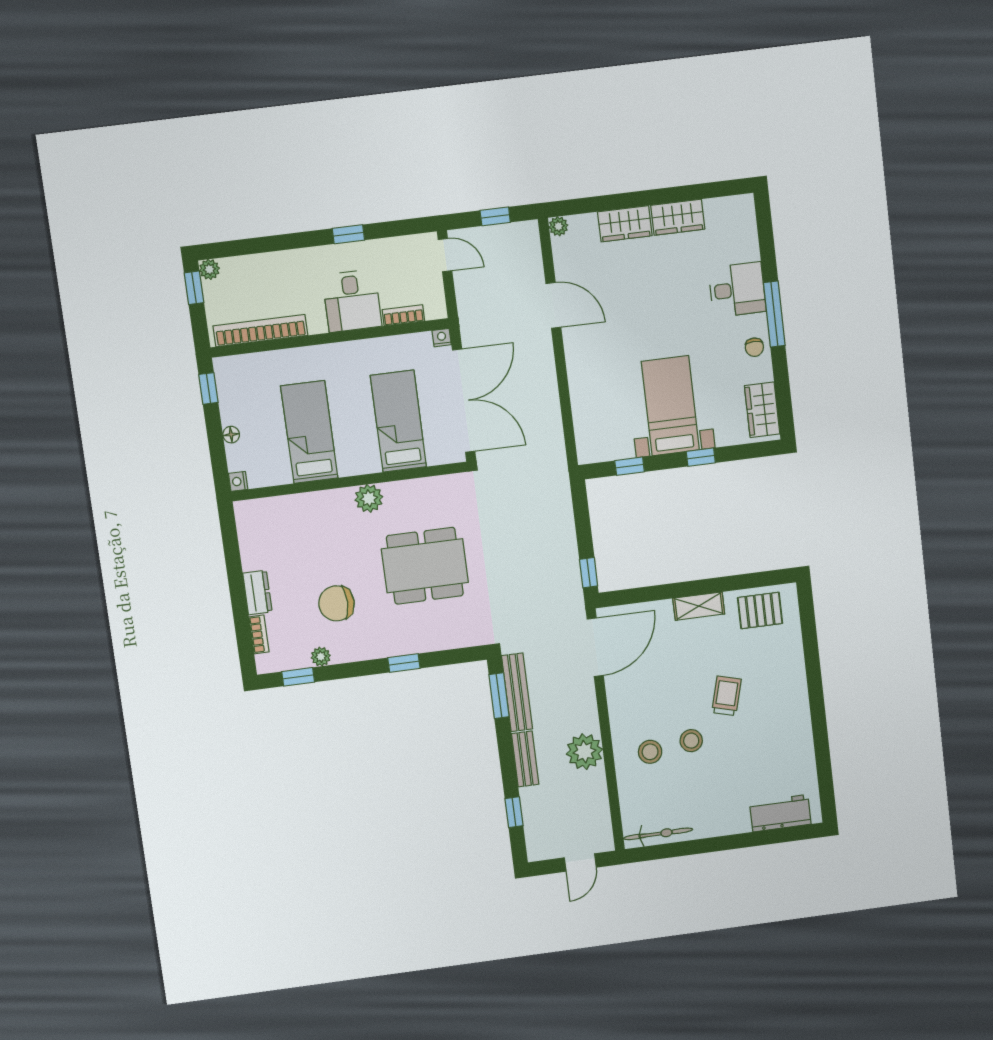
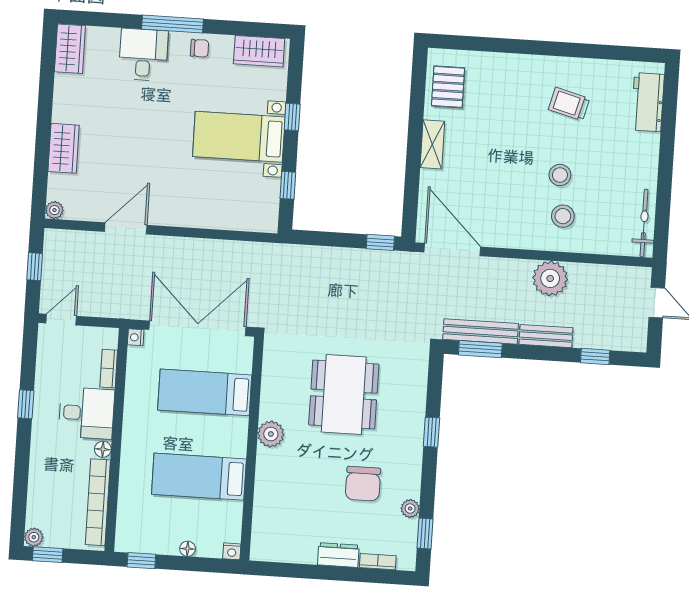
wardrobe: (678, 217) -> (70, 49), moved
floor lamp: (317, 325) -> (103, 449), added
trolley: (726, 696) -> (569, 104), moved

